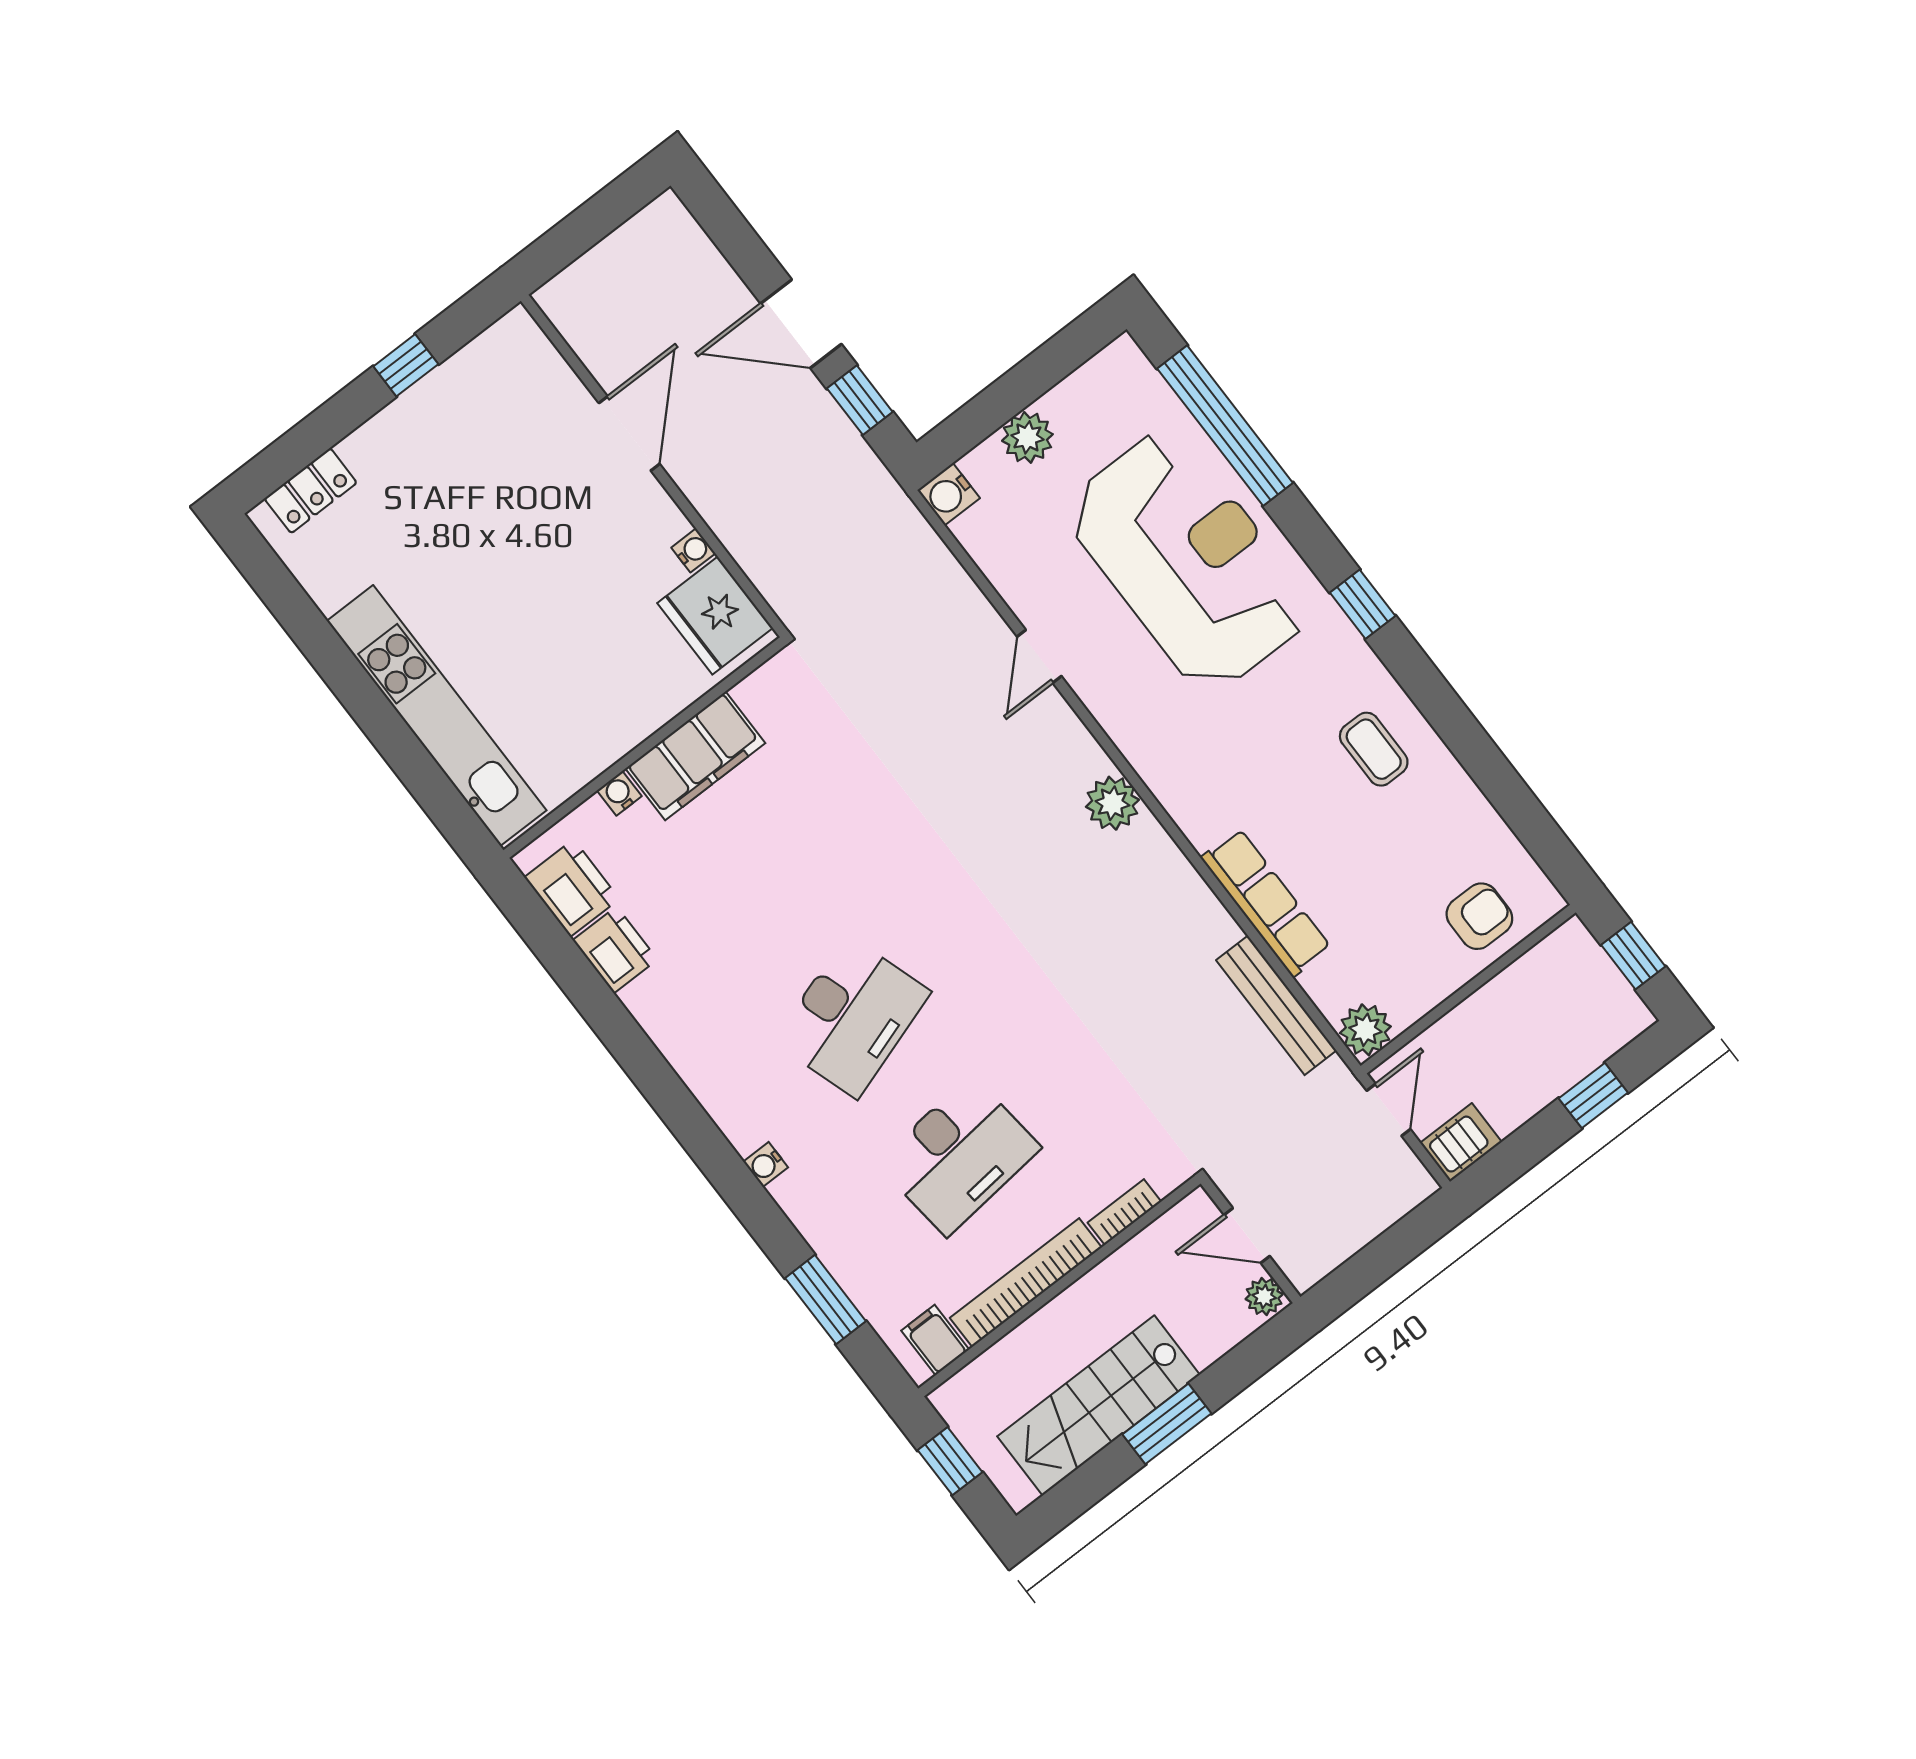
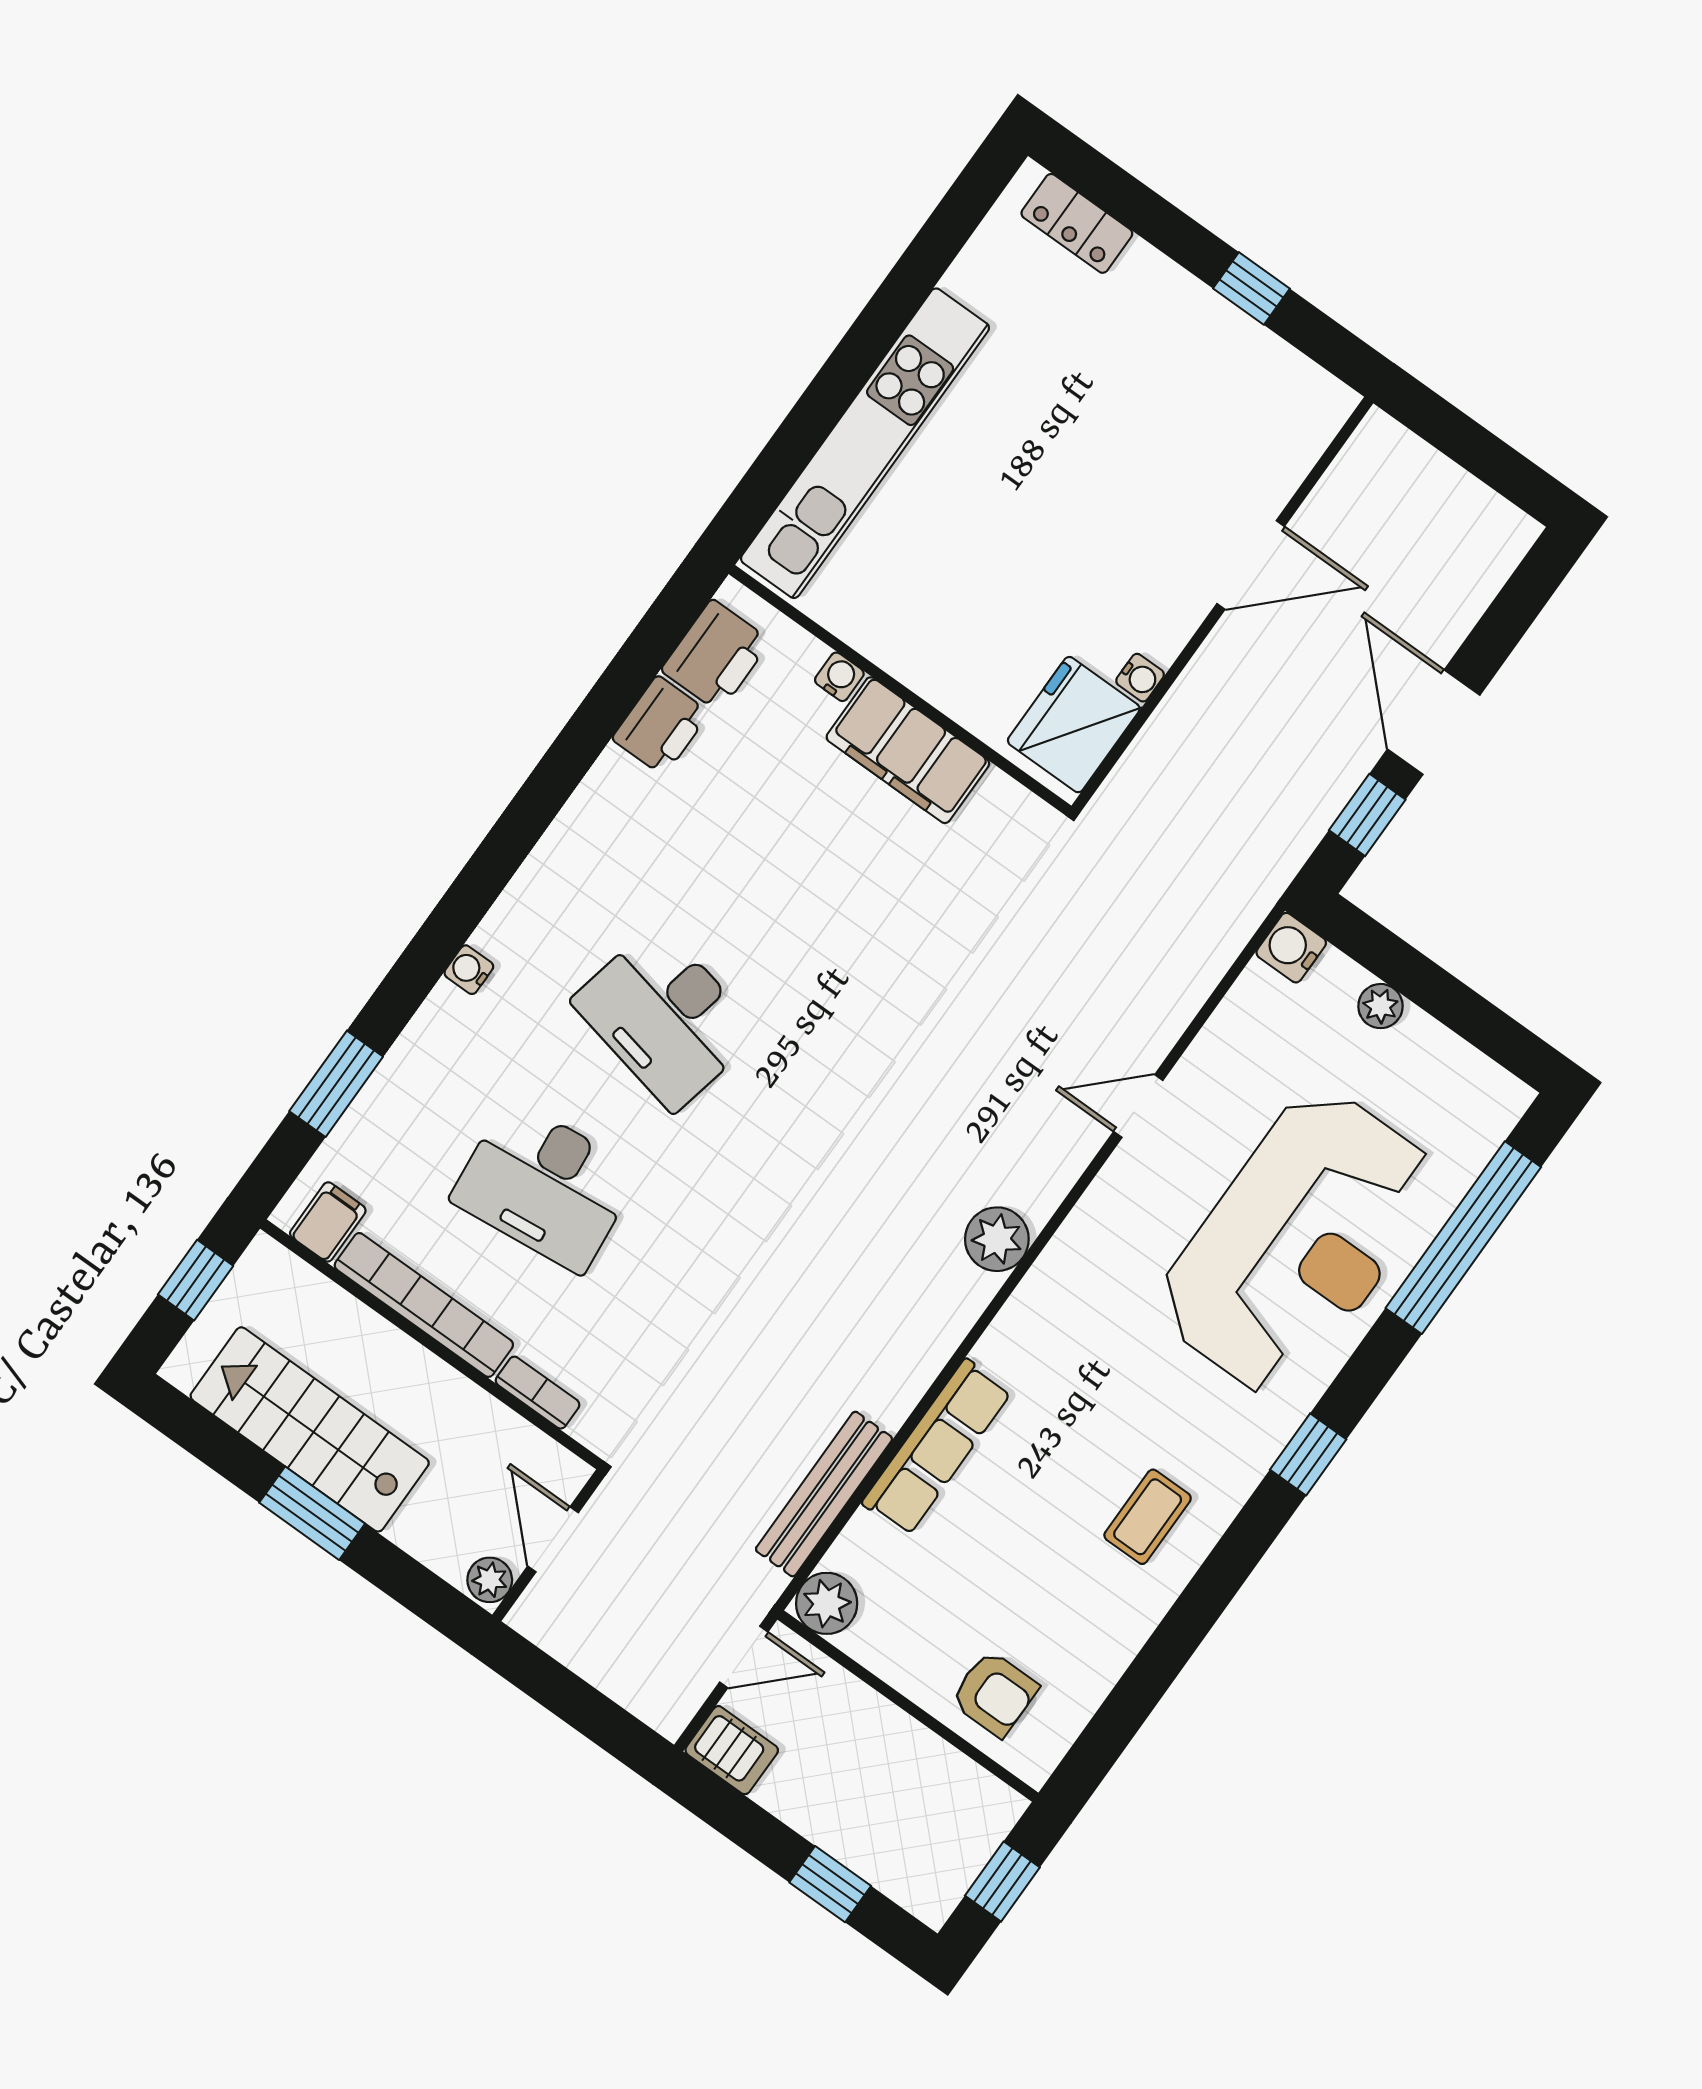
plant: (1027, 437) -> (1380, 1006), width x0.73, depth x0.73
desk: (852, 1017) -> (666, 1017), turned 30

